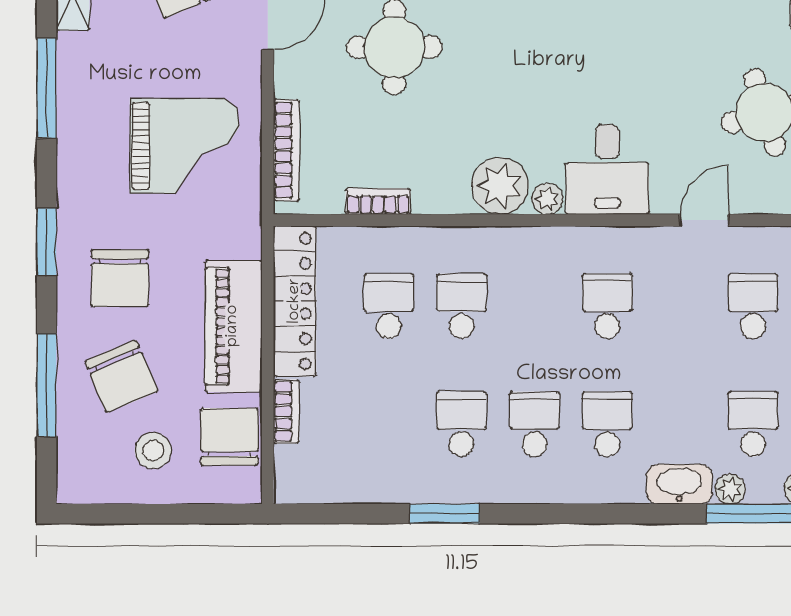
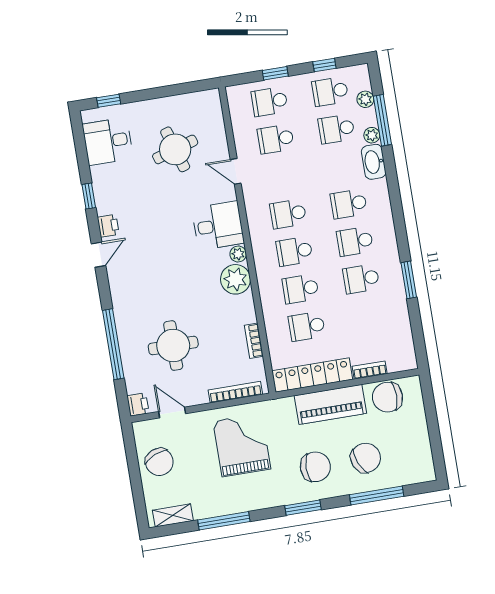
school desk: (534, 306) -> (294, 251), added
stool: (153, 450) -> (401, 435), removed

